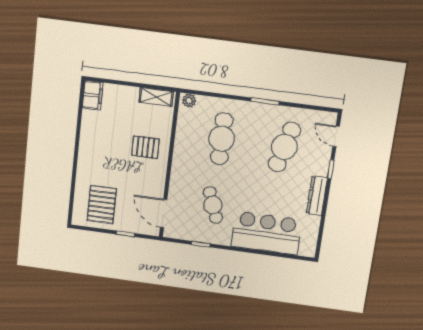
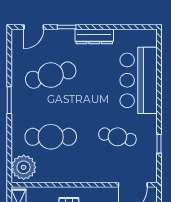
plant: (189, 100) -> (24, 167), width x1.88, depth x1.88
cafe table: (284, 147) -> (51, 75), turned -30
cafe table: (213, 205) -> (117, 137), turned 33

